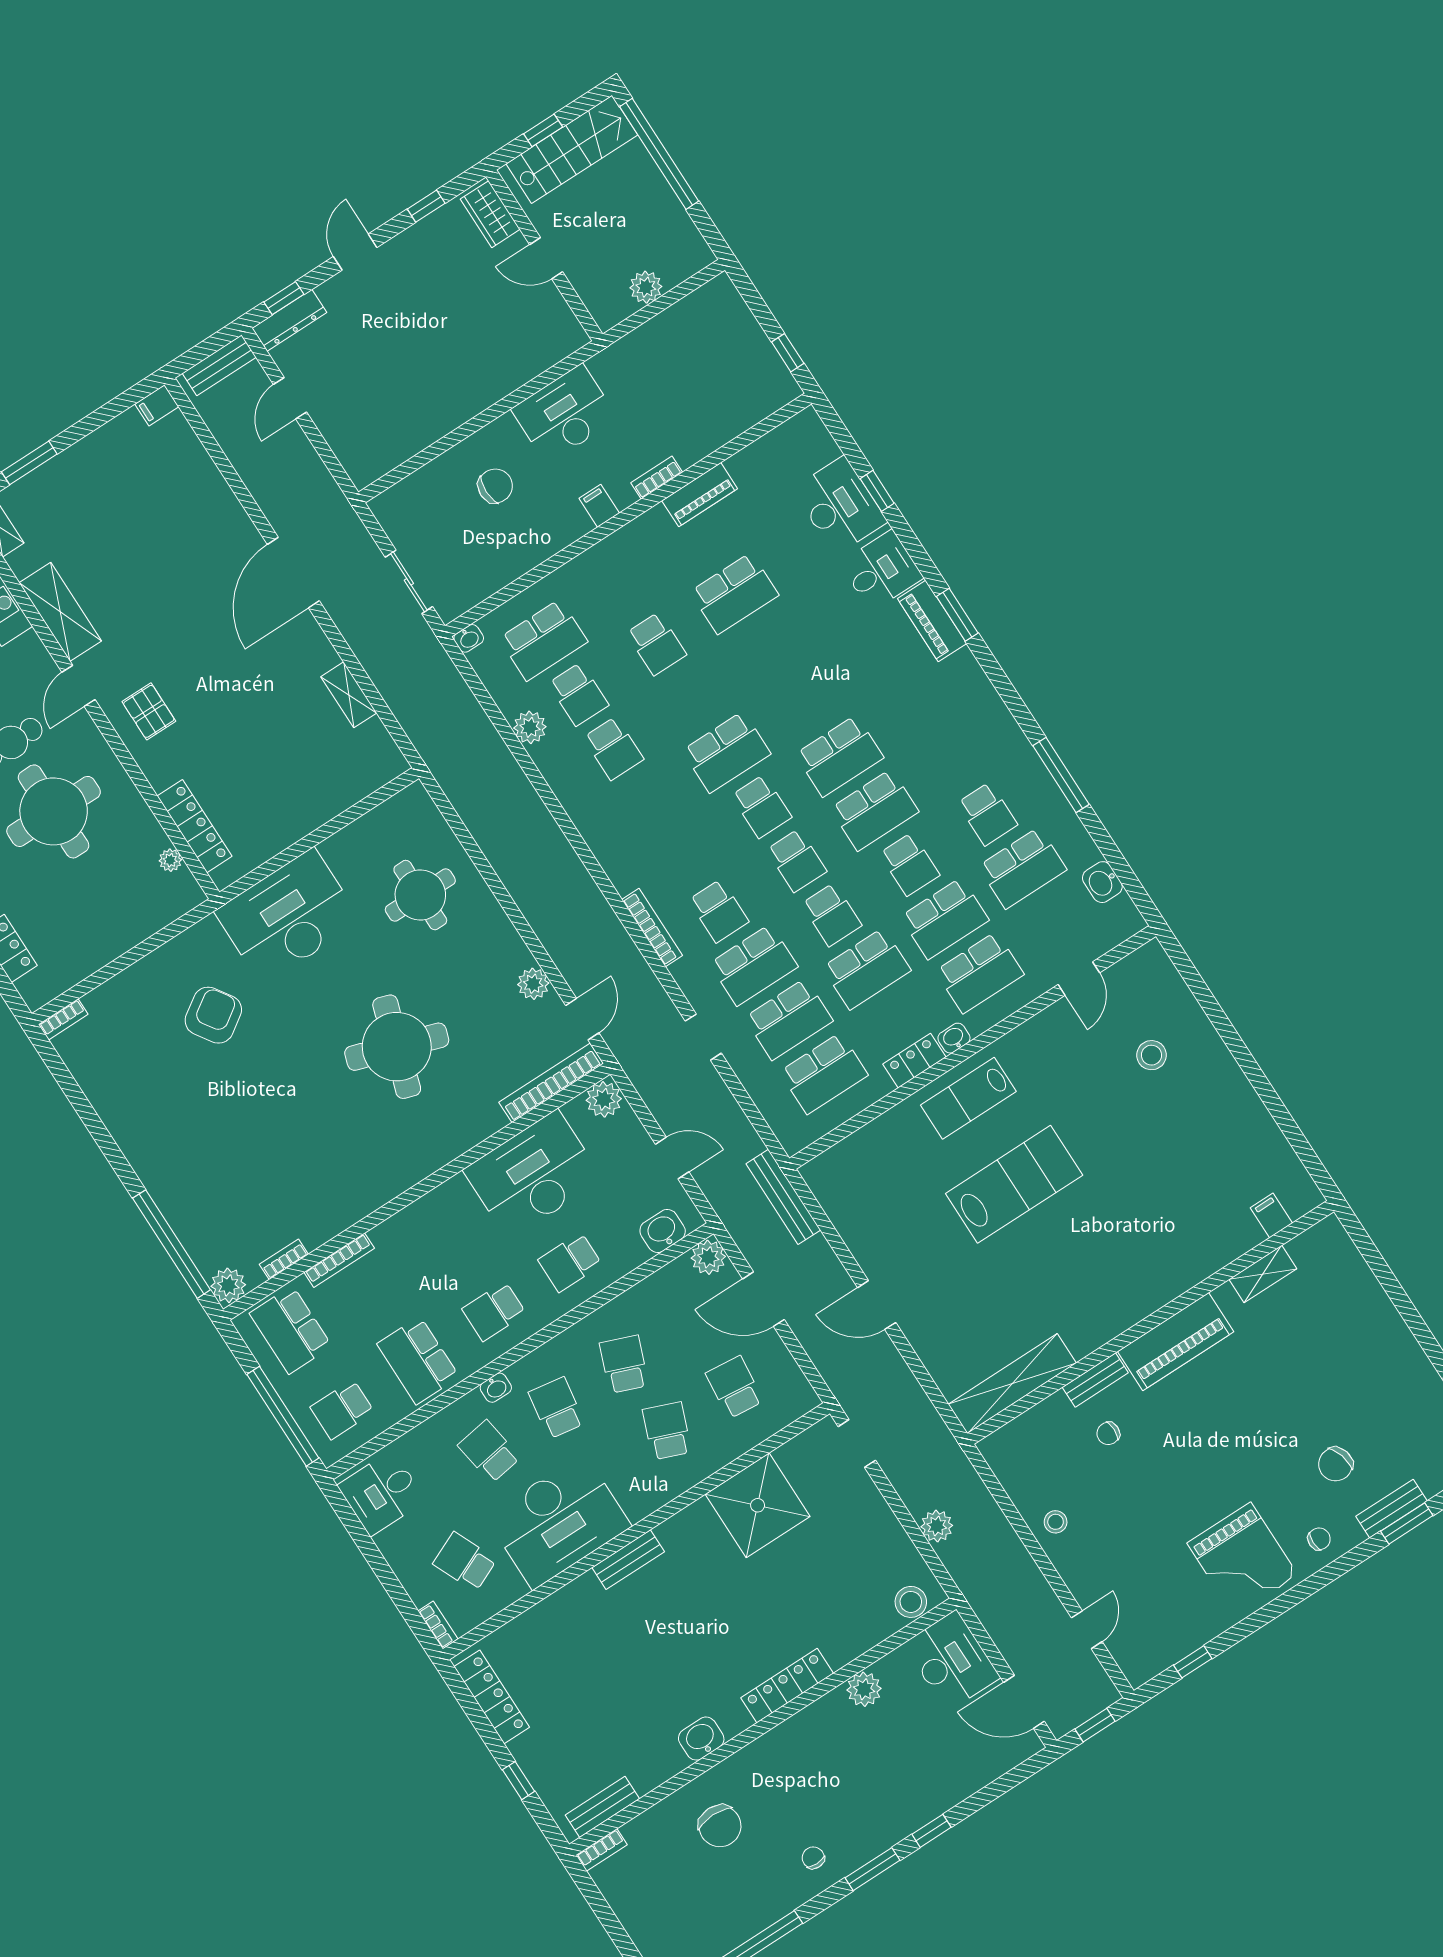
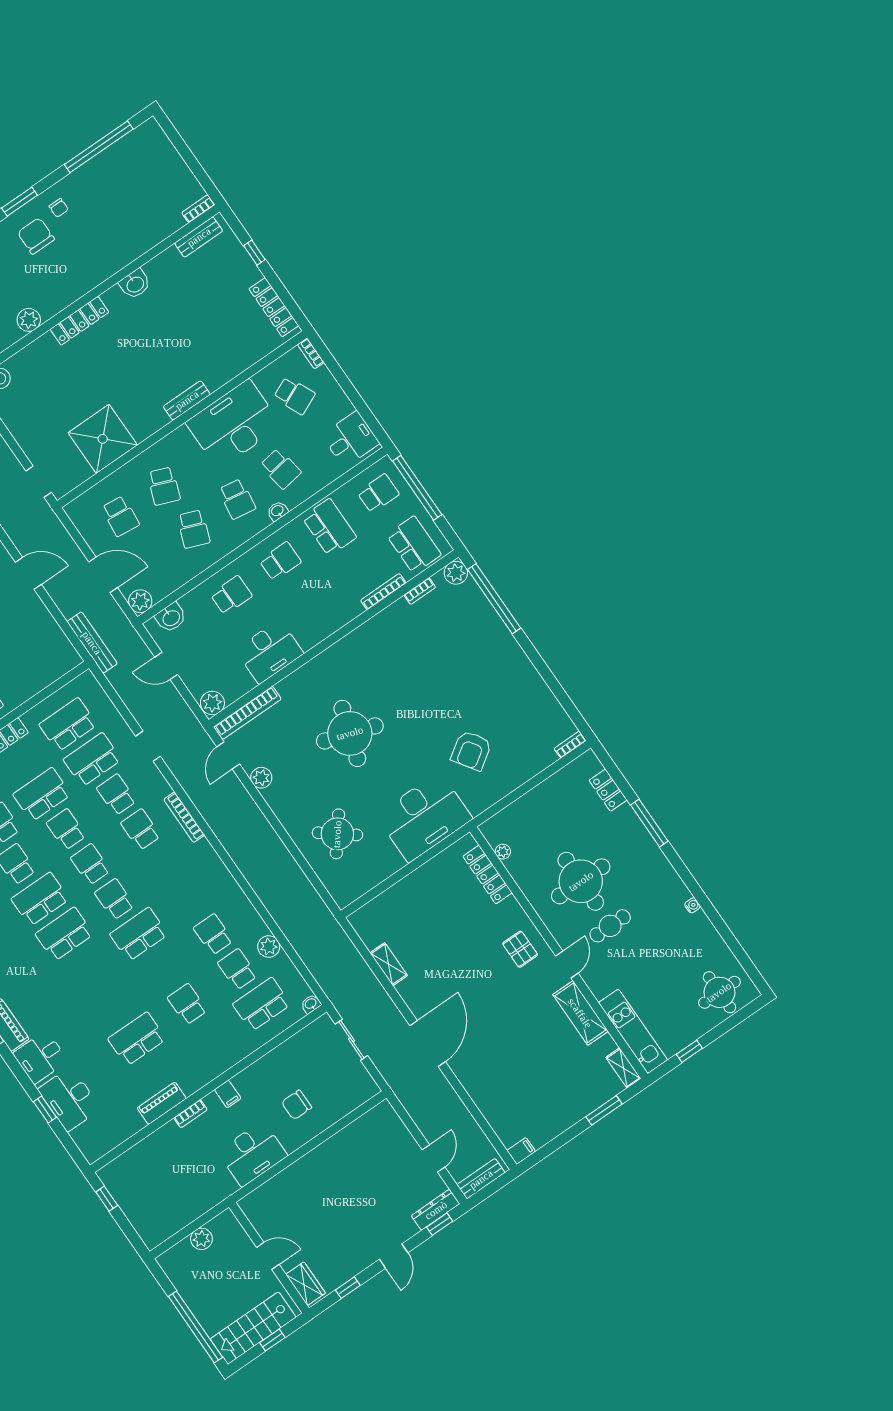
round table: (420, 895) -> (337, 834), turned 38
school desk: (754, 965) -> (116, 795), width x0.54
desk: (533, 1175) -> (269, 652), width x0.73, depth x0.77
chair: (720, 1826) -> (36, 236), moved

